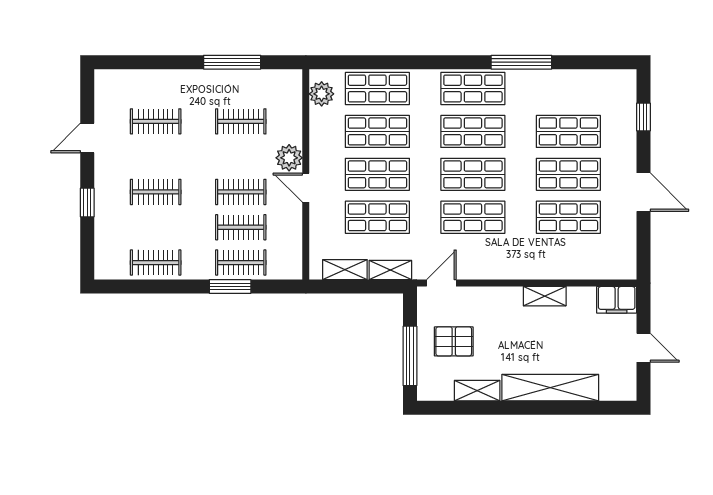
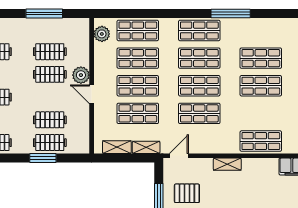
clothes rail: (241, 192) -> (50, 74), moved
shop shelf: (568, 217) -> (261, 141), moved
shelving: (545, 296) -> (227, 164), moved

